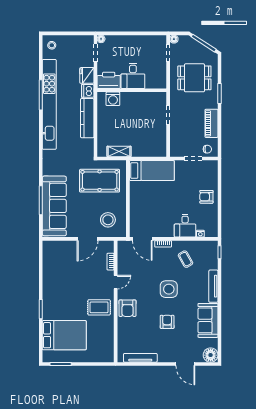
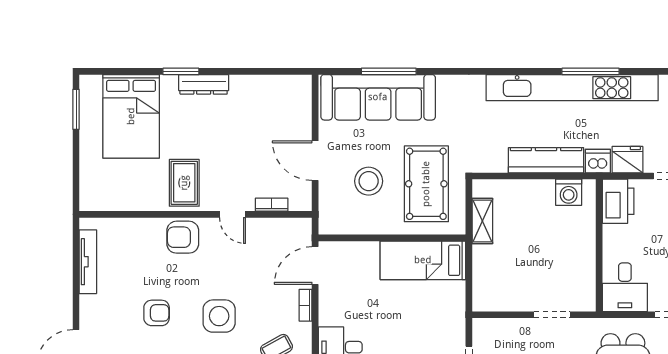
desk: (133, 76) -> (625, 287), moved, turned -90
washing machine: (113, 99) -> (569, 192), moved, turned -90
bed: (152, 171) -> (423, 260), moved, turned 90
stool: (108, 220) -> (369, 181), moved
dresser: (48, 297) -> (204, 84), added

